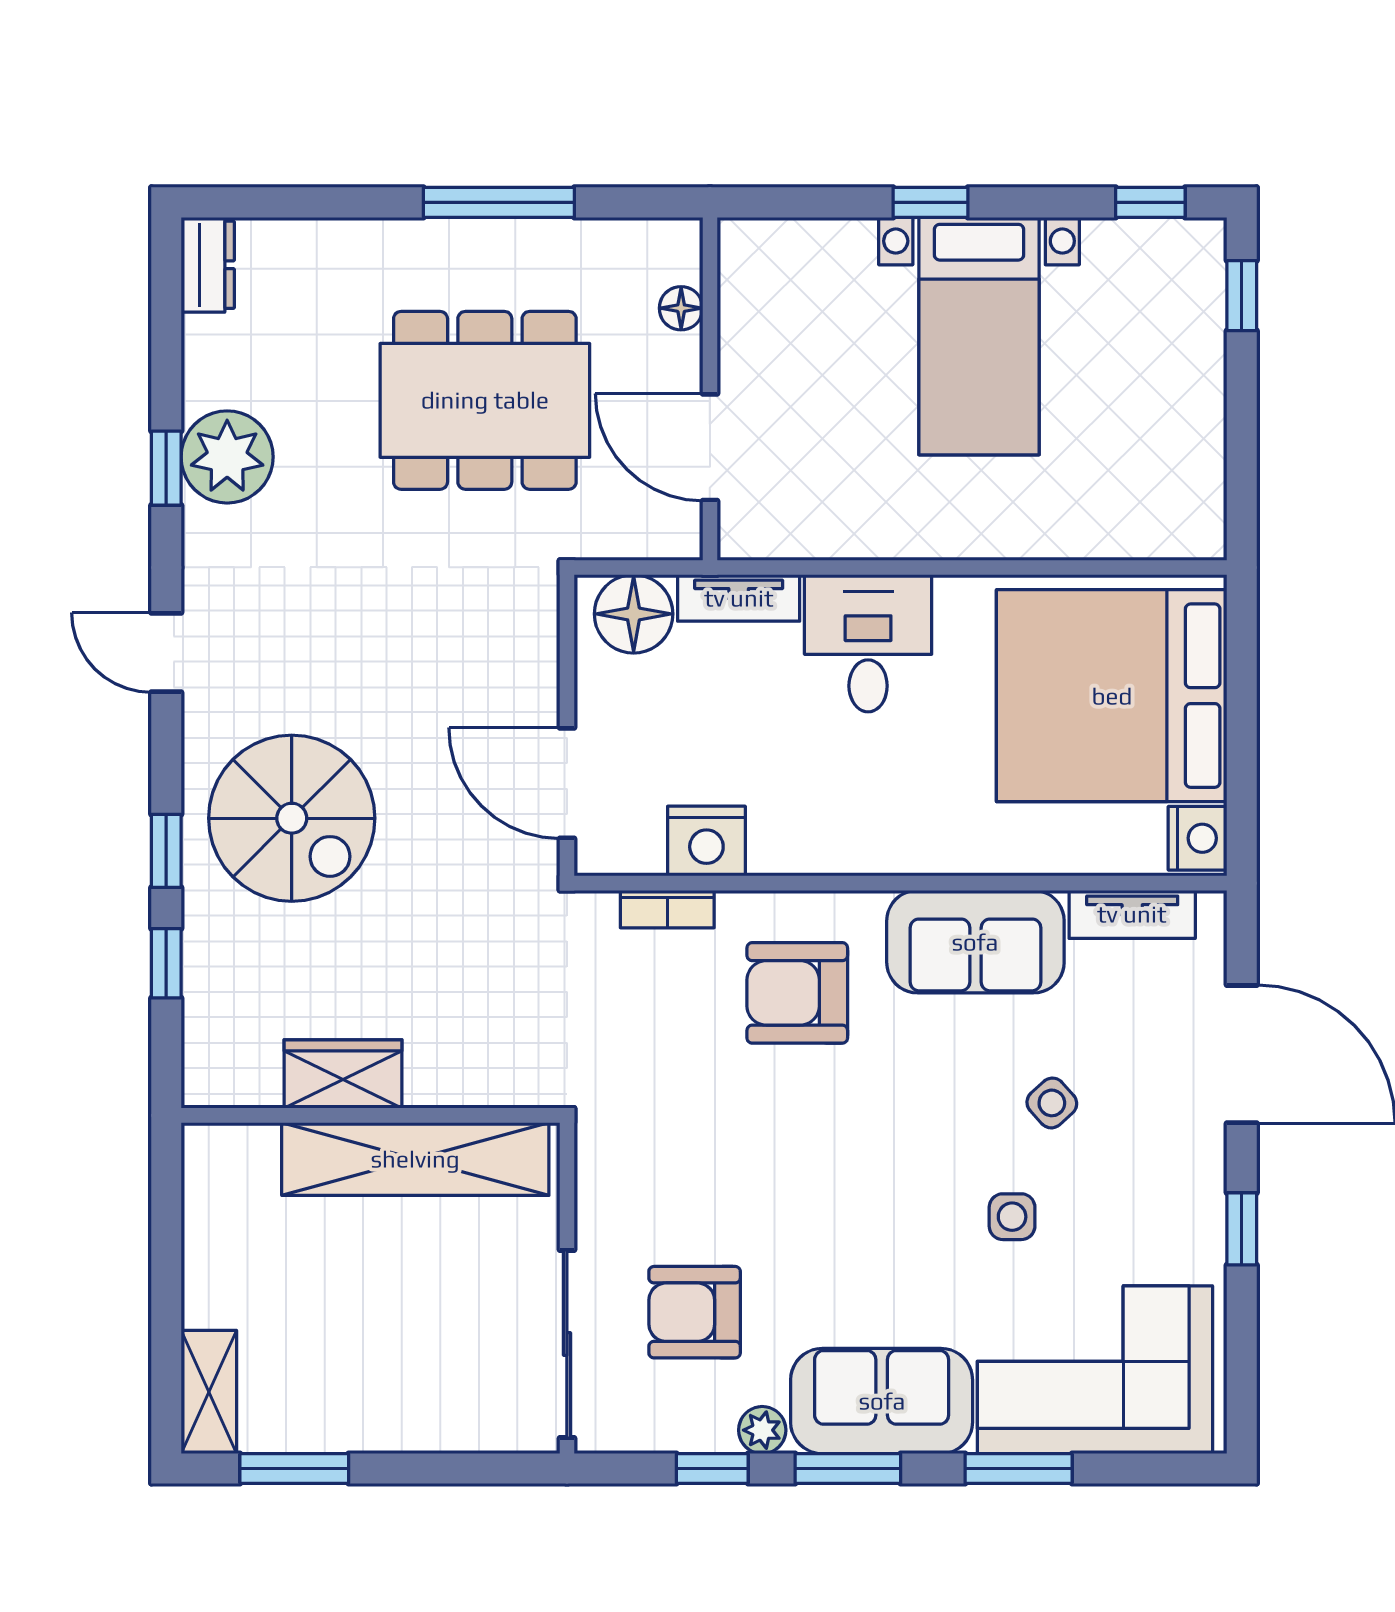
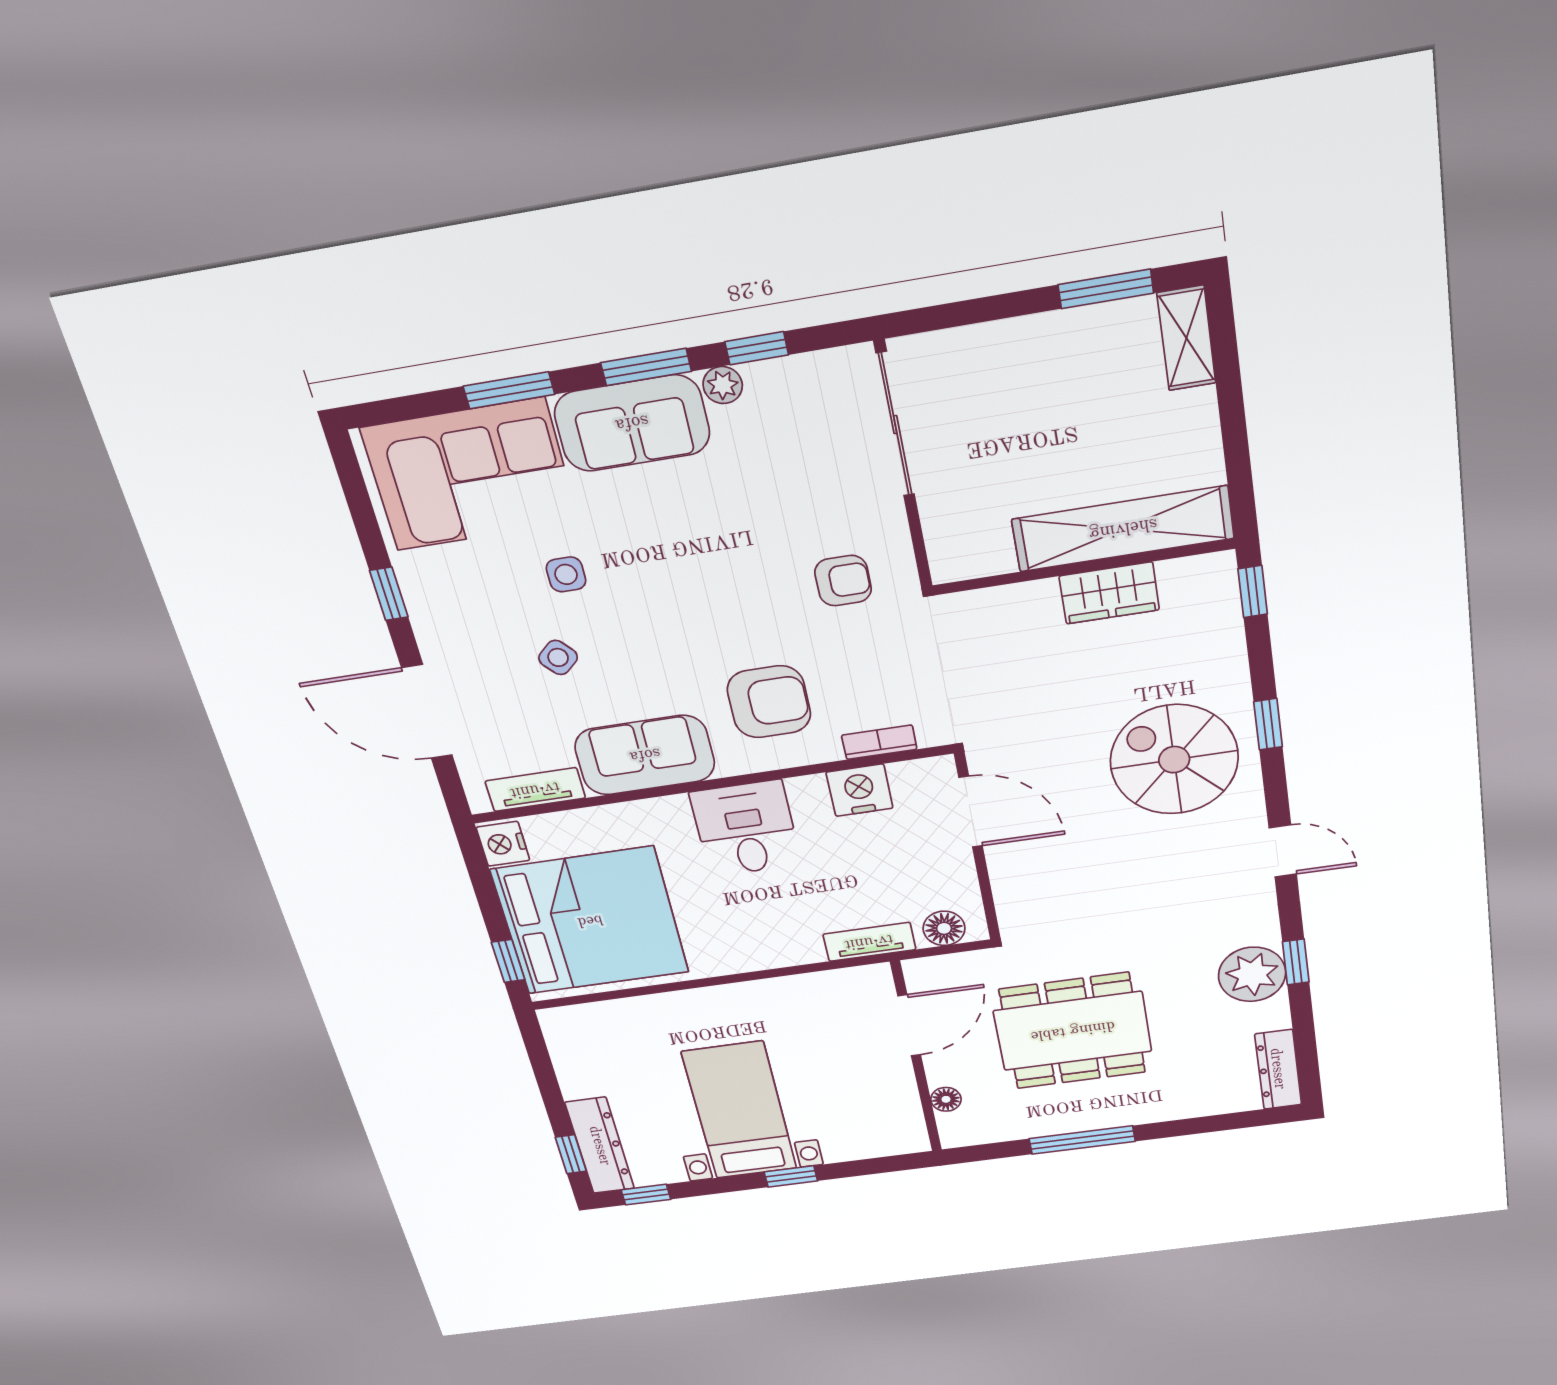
dresser: (208, 265) -> (1278, 1069), width x1.44
dresser: (1196, 305) -> (600, 1146), added
door: (710, 447) -> (909, 1025), hinge flipped
floor lamp: (634, 614) -> (944, 928), width x0.73, depth x0.73
desk: (868, 643) -> (746, 829), moved, turned 180
window: (1242, 649) -> (508, 961), added
window: (166, 963) -> (1253, 592), moved
shelving: (415, 1159) -> (1123, 529), moved
armchair: (695, 1312) -> (843, 581), moved, width x0.72, depth x0.72

